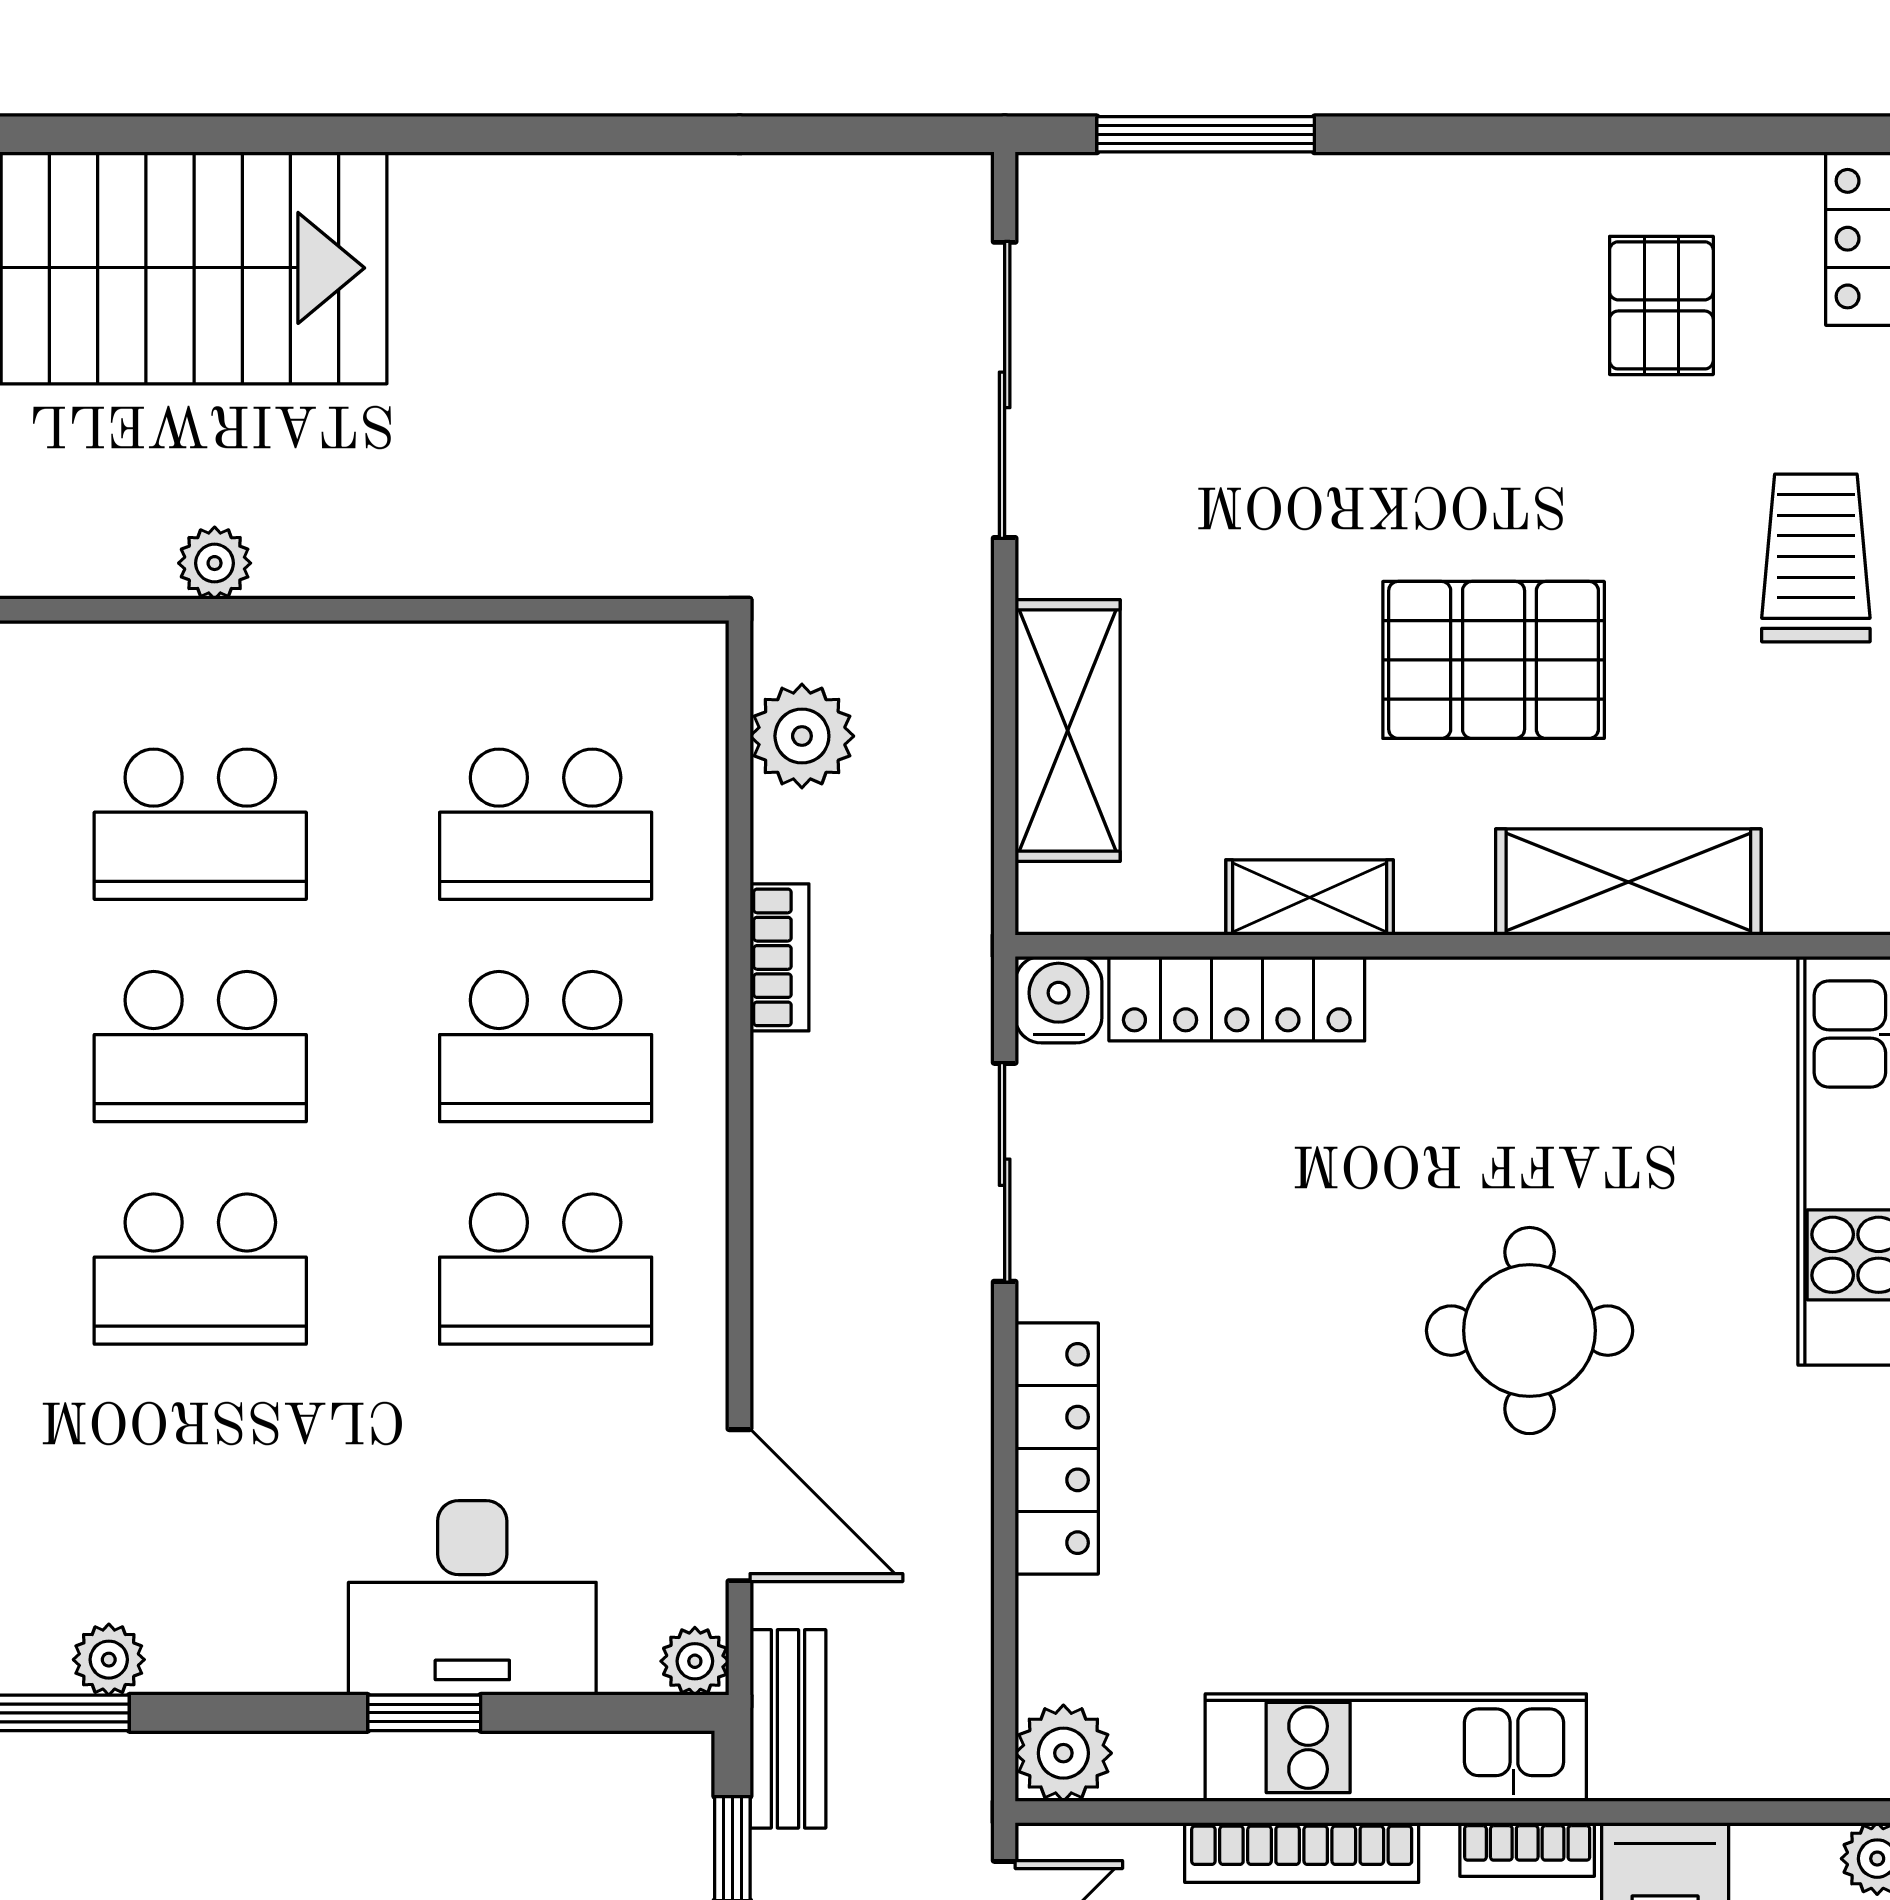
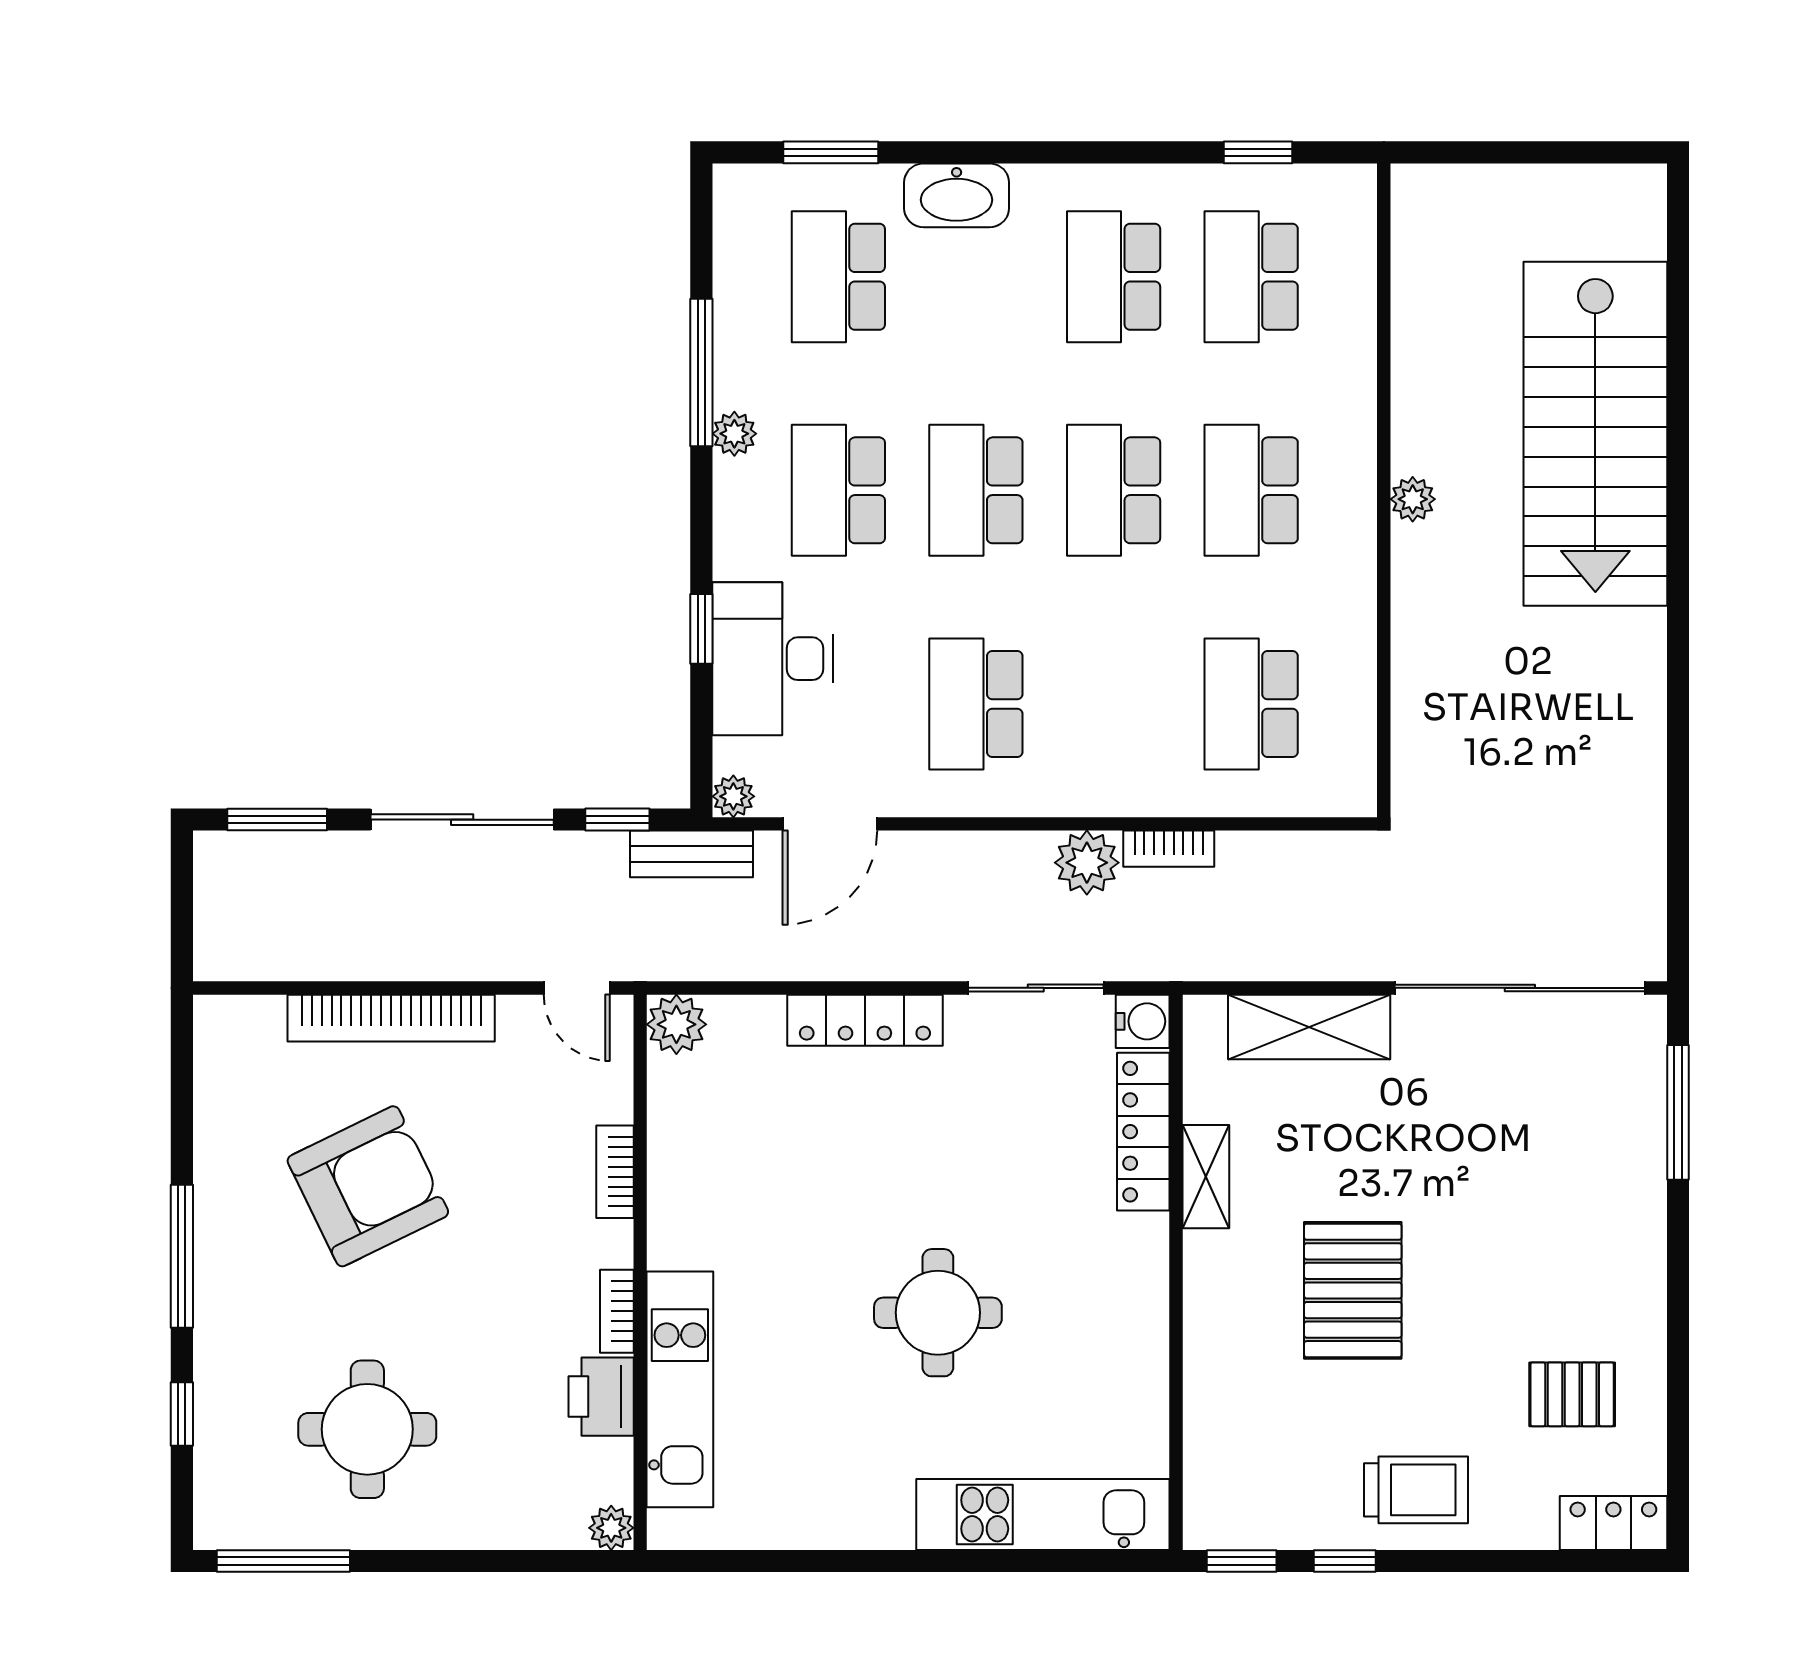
sliding door: (1005, 390) -> (1520, 988), width x1.36
plant: (802, 736) -> (1087, 863), moved
shelving: (1628, 882) -> (1215, 1374), removed
school desk: (546, 1047) -> (838, 490), moved
kitchen unit: (1396, 1748) -> (680, 1389), moved
bookcase: (1302, 1852) -> (615, 1172), width x0.64

